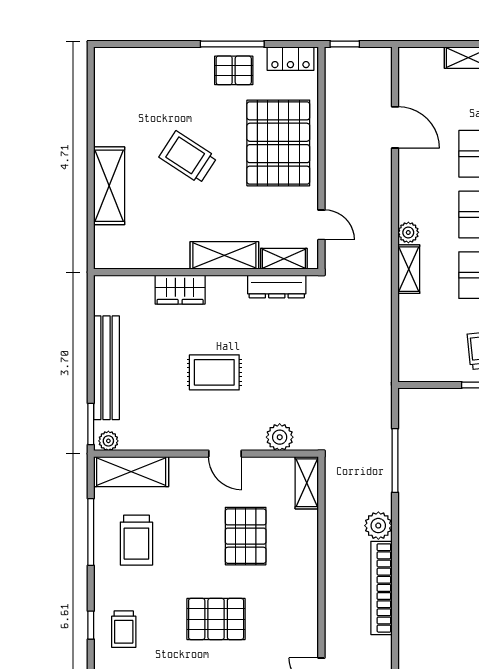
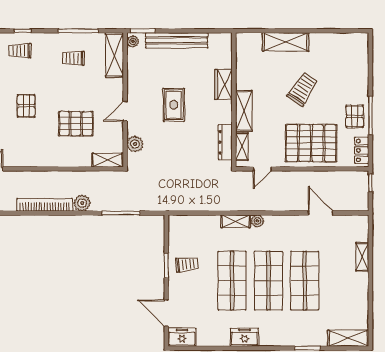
door: (395, 127) -> (321, 213), swing flipped
trolley: (136, 540) -> (73, 58), width x0.73, depth x0.72
pallet: (216, 619) -> (26, 106), width x0.67, depth x0.71

